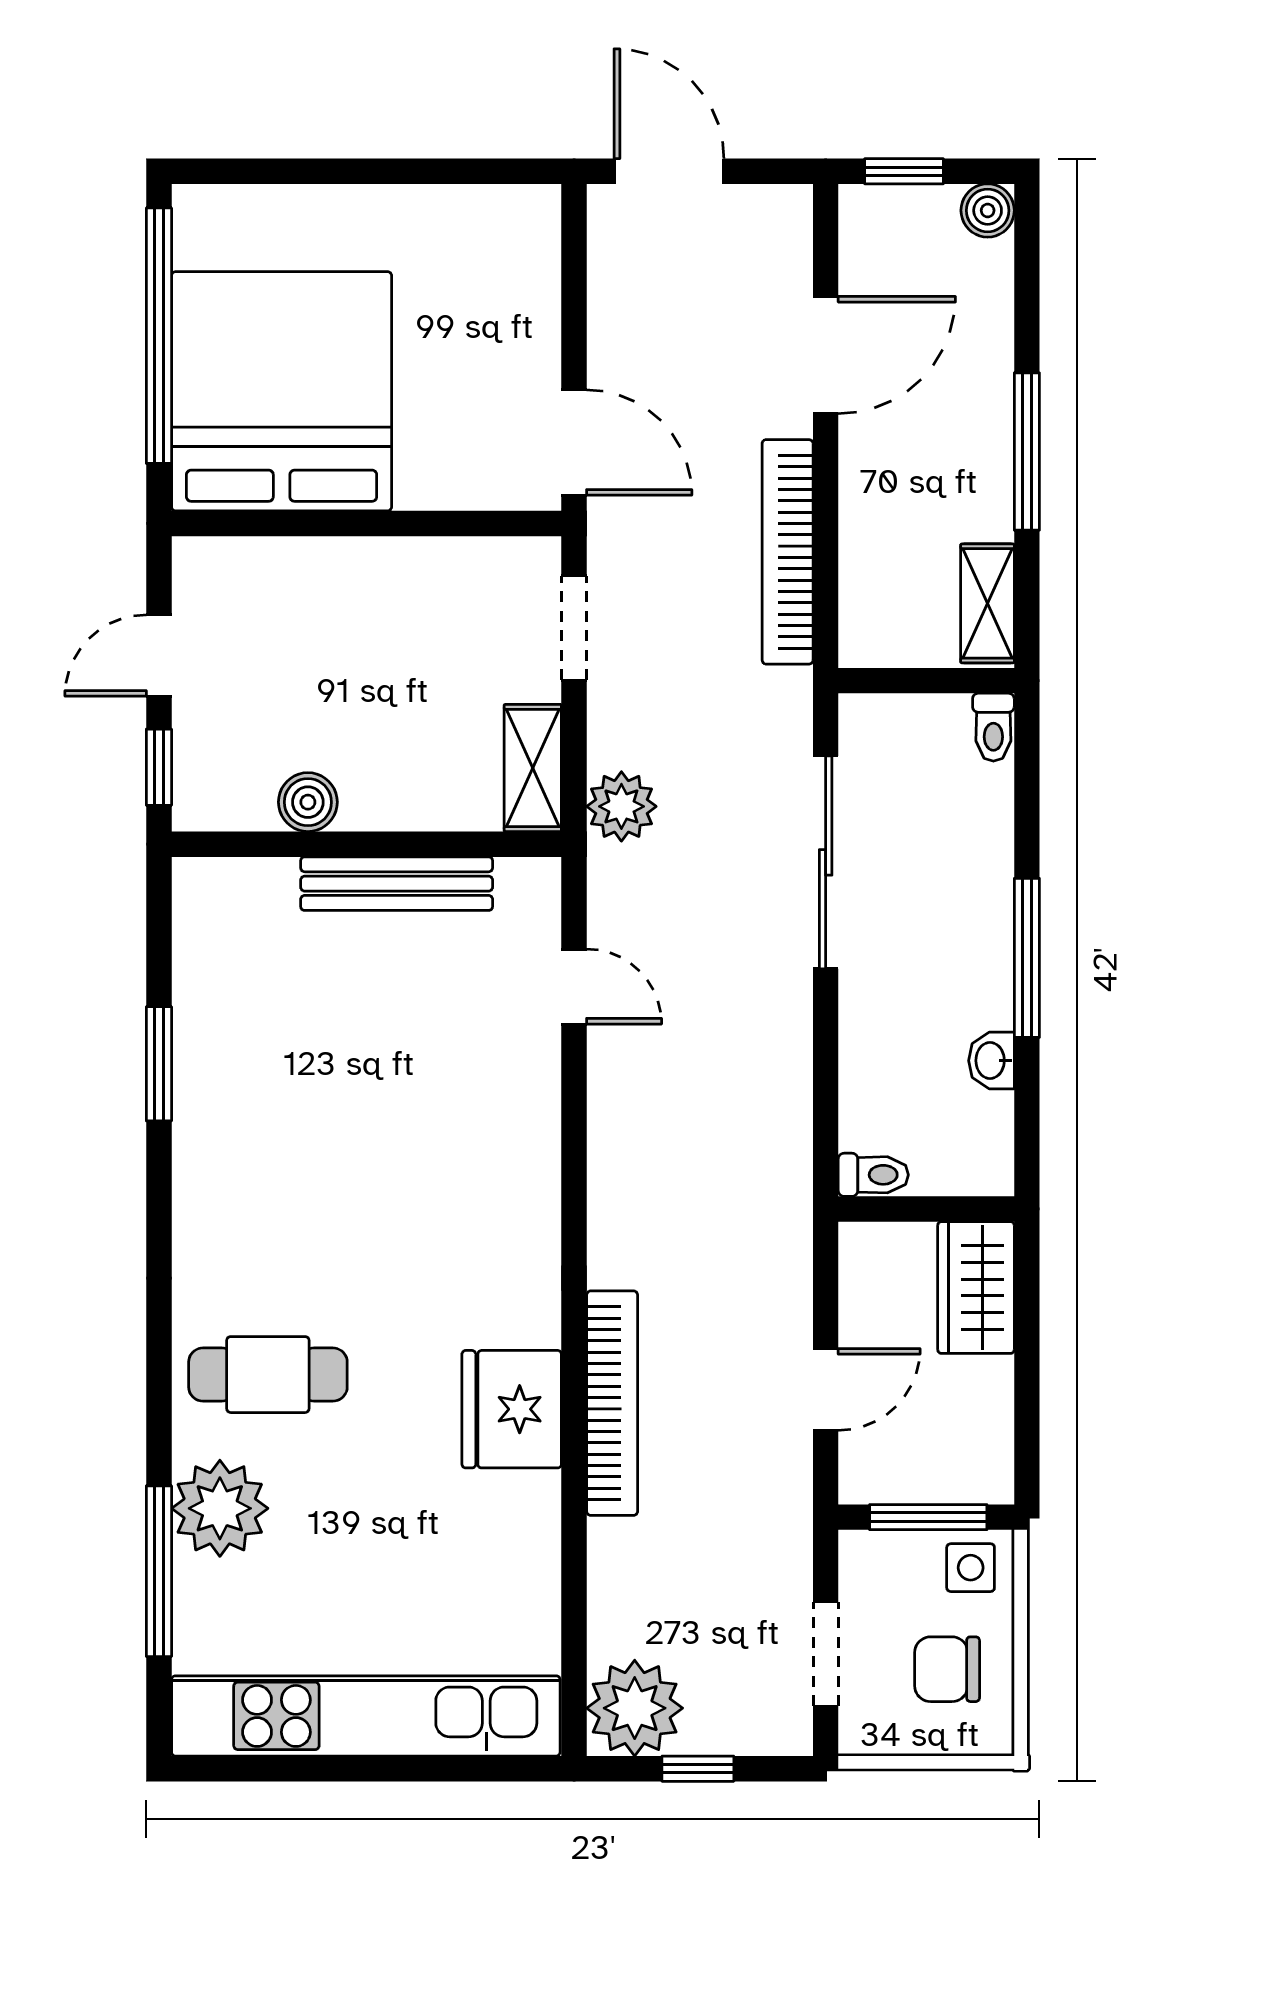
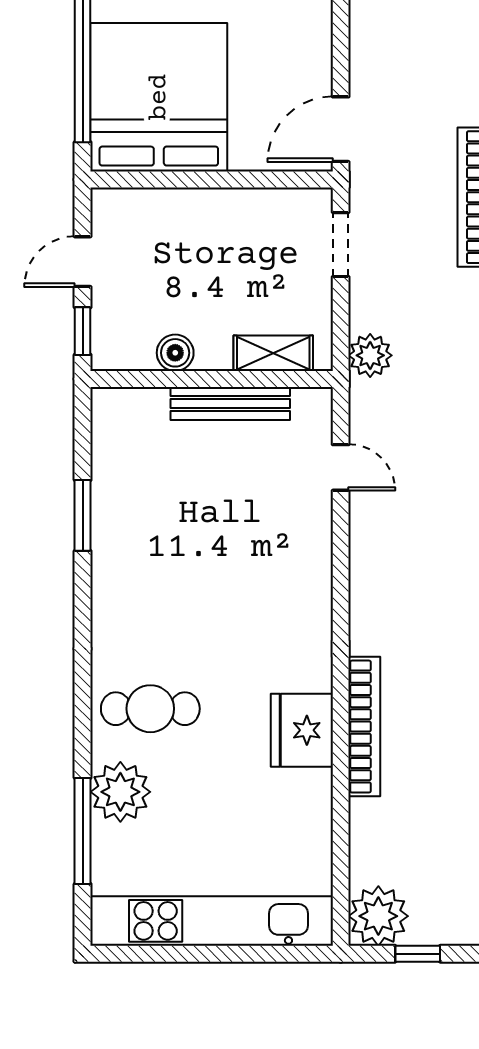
door: (574, 443) -> (341, 129), swing flipped
shelving: (533, 768) -> (273, 353), moved, turned 90

